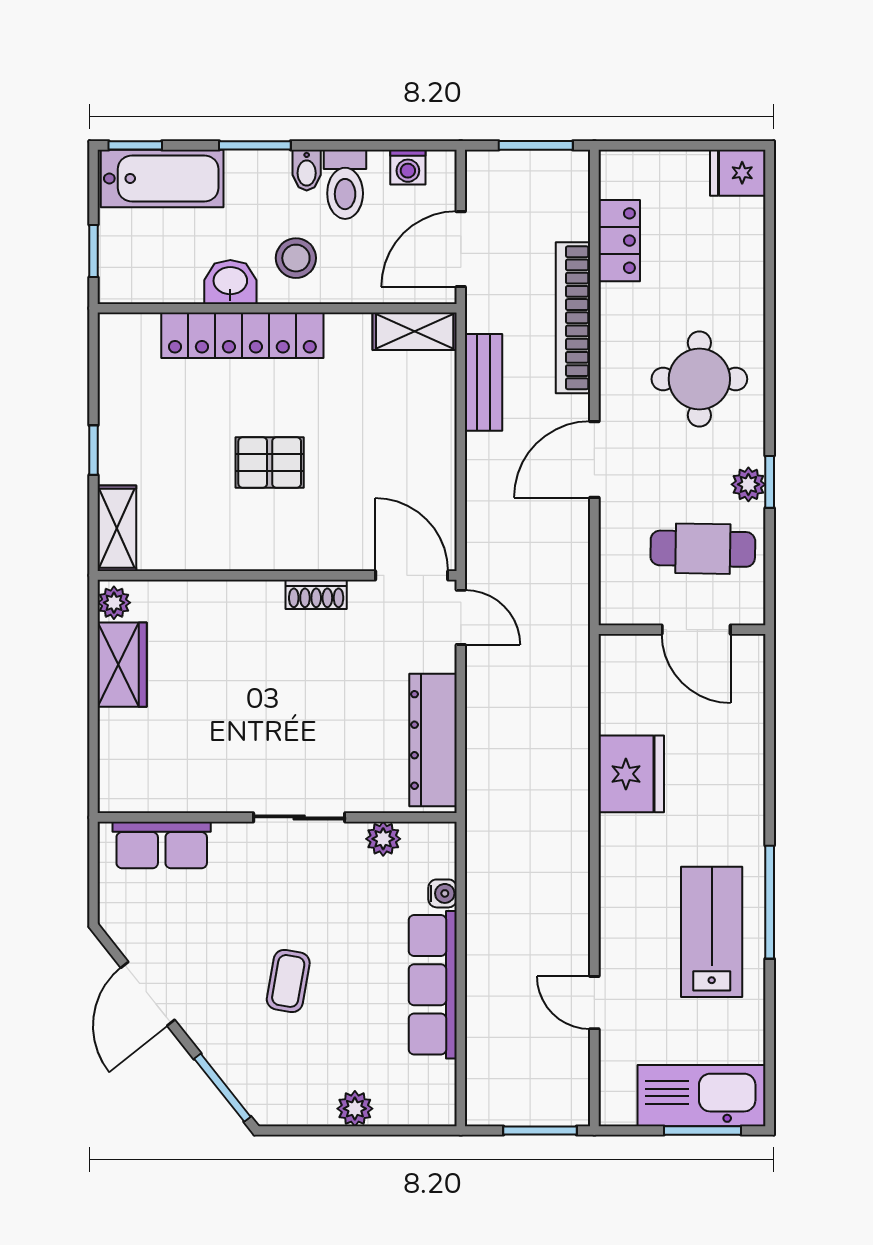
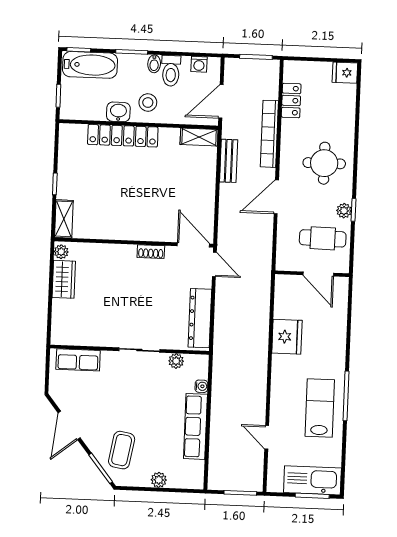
pallet: (270, 463) -> (133, 192), removed
coffee table: (288, 981) -> (122, 450), moved, width x1.36, depth x1.30

